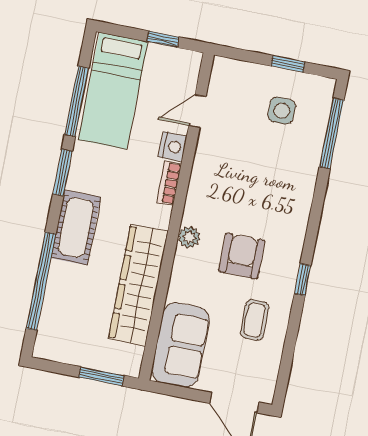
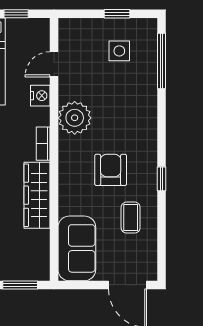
bookcase: (169, 183) -> (43, 144), moved
plant: (189, 237) -> (75, 118), moved, width x1.88, depth x1.88
wardrobe: (138, 285) -> (37, 195), width x0.71, depth x0.85

